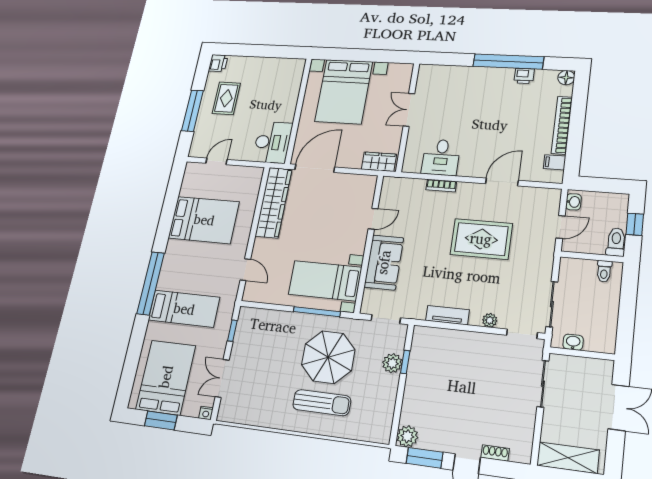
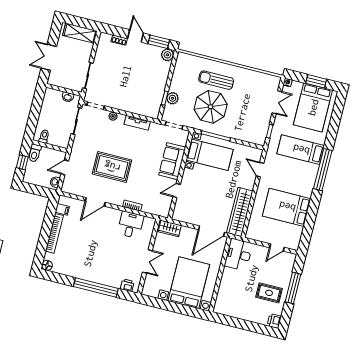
window: (508, 62) -> (96, 287), moved
printer: (524, 76) -> (127, 285), moved
rug: (226, 98) -> (269, 293), turned 90

